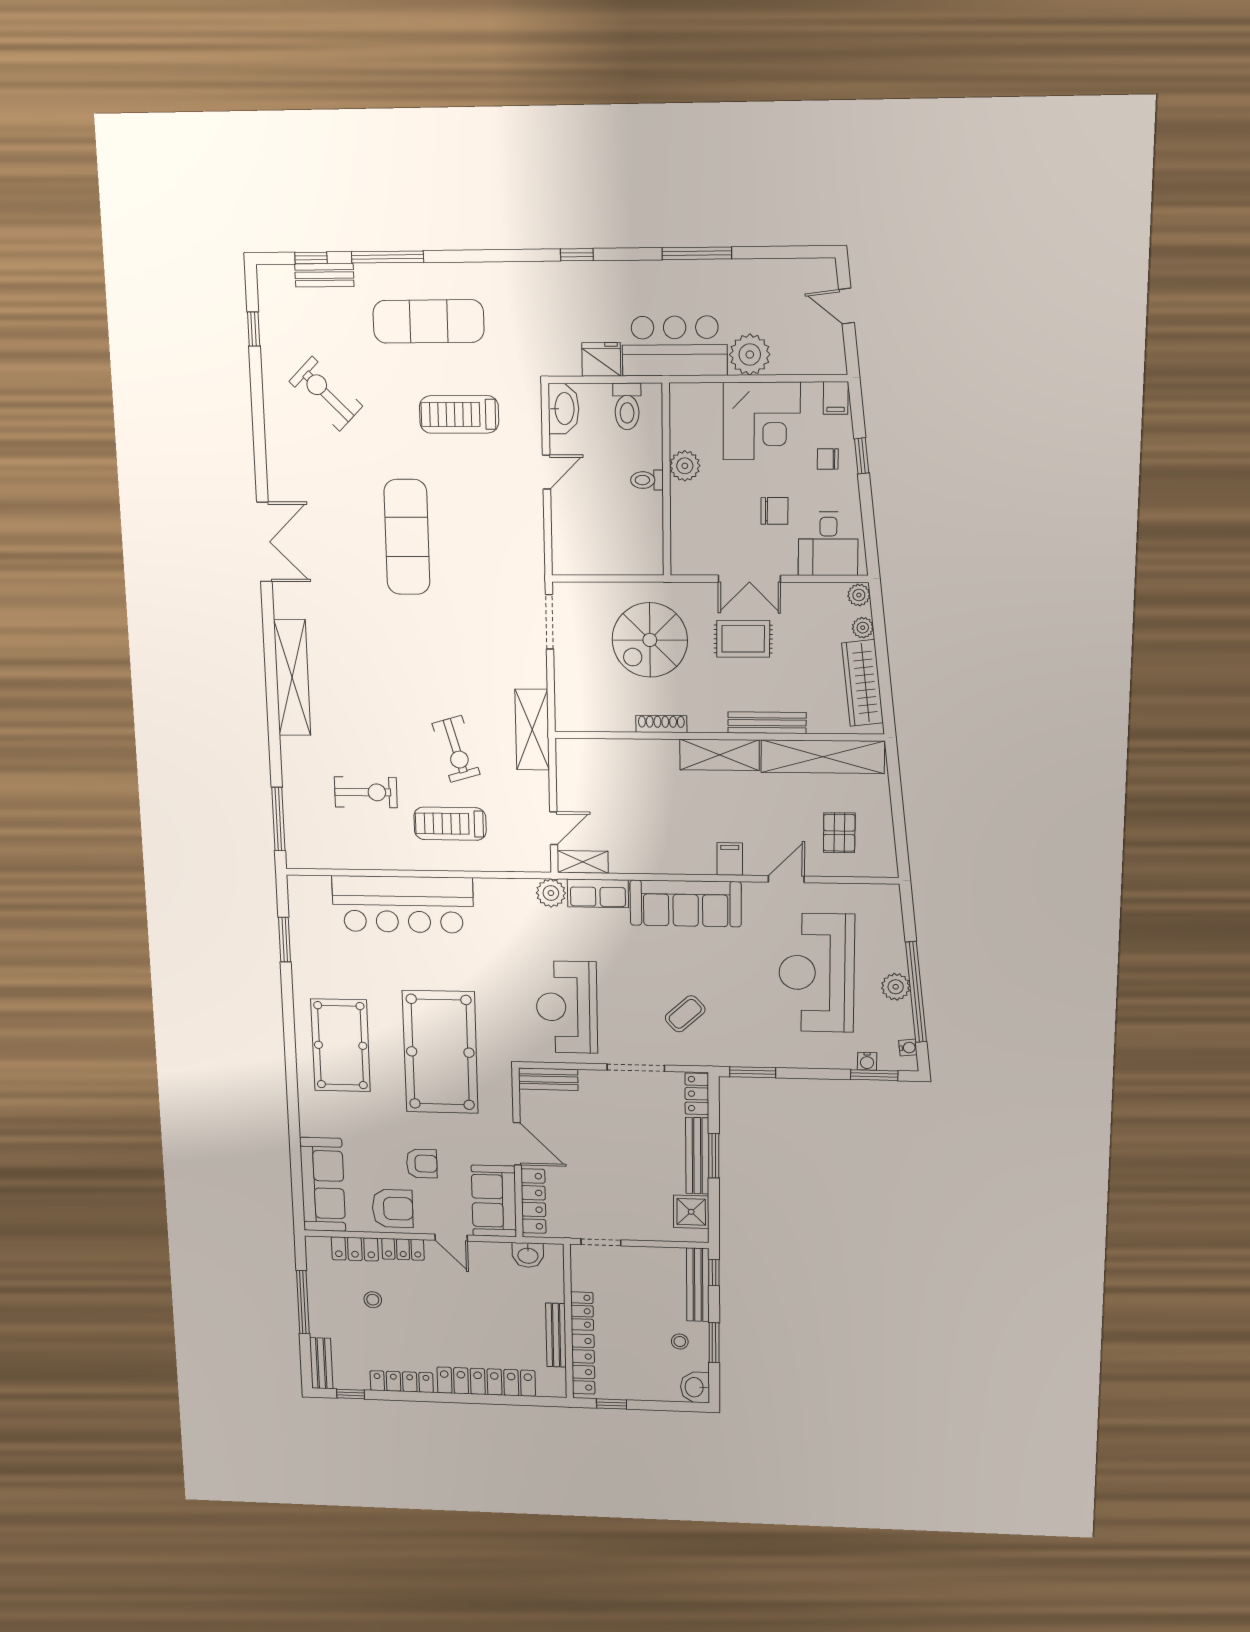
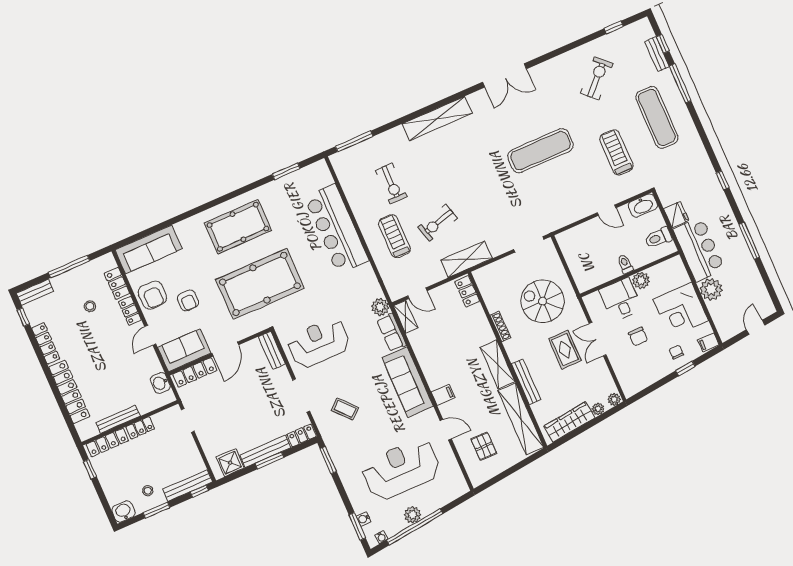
desk: (828, 544) -> (621, 300), moved, turned 90
locker: (583, 751) -> (467, 291), added
pallet: (839, 833) -> (484, 446), turned 90

